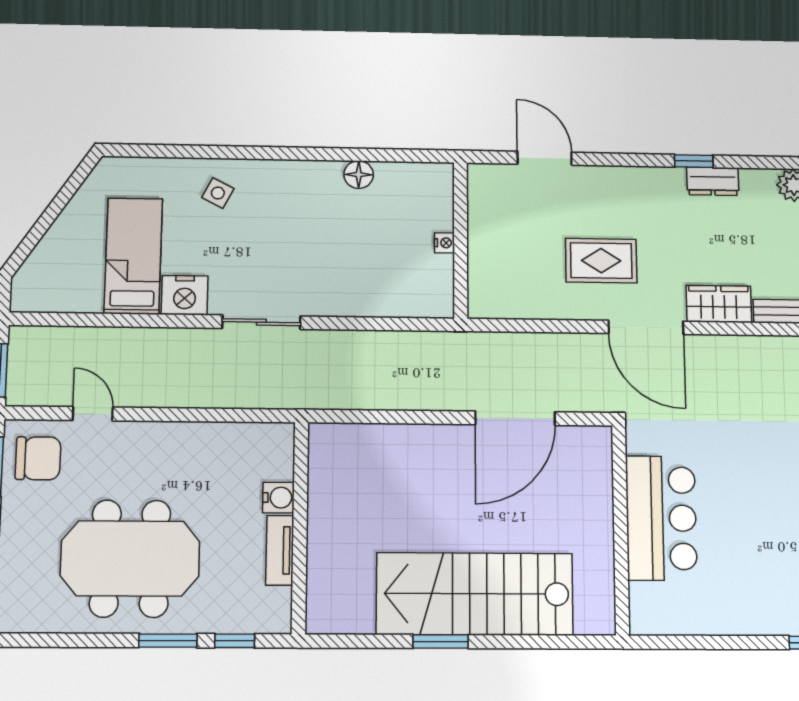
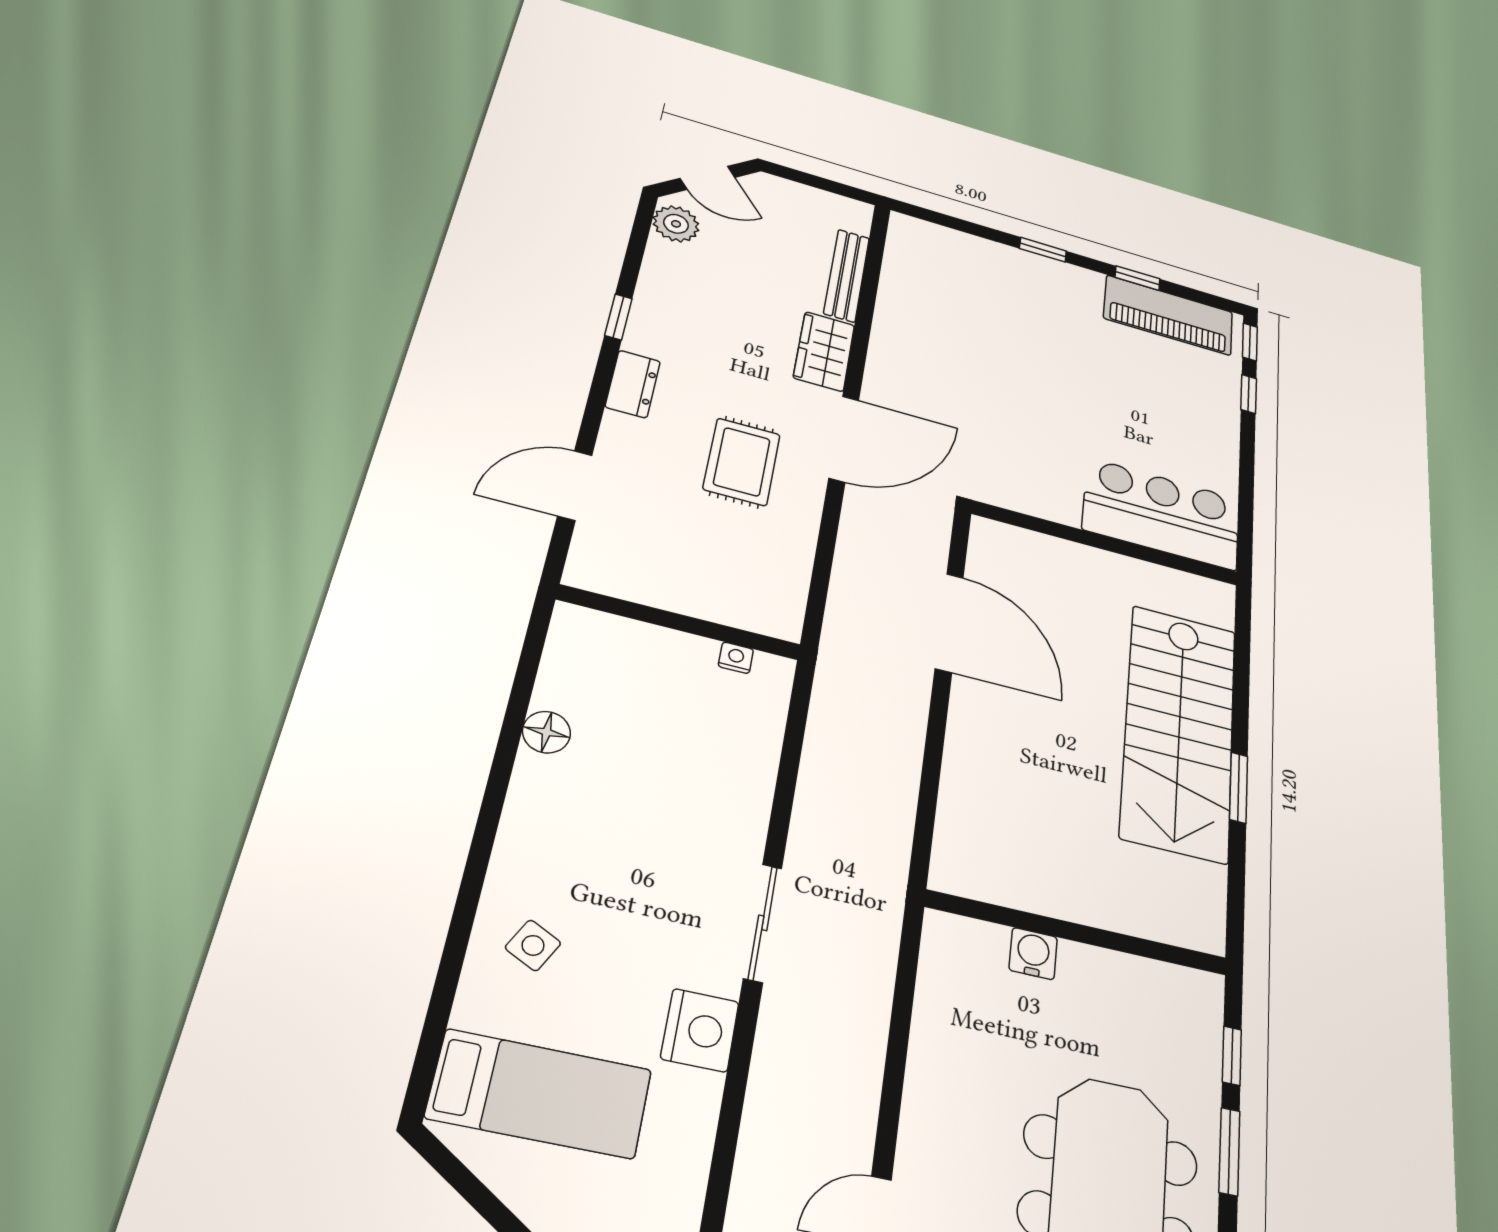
dresser: (713, 181) -> (633, 384), moved
nightstand: (445, 243) -> (736, 658), moved
bed: (133, 256) -> (540, 1094), moved, turned 180
bar counter: (661, 518) -> (1161, 514), moved
tv unit: (280, 550) -> (1109, 967), removed

